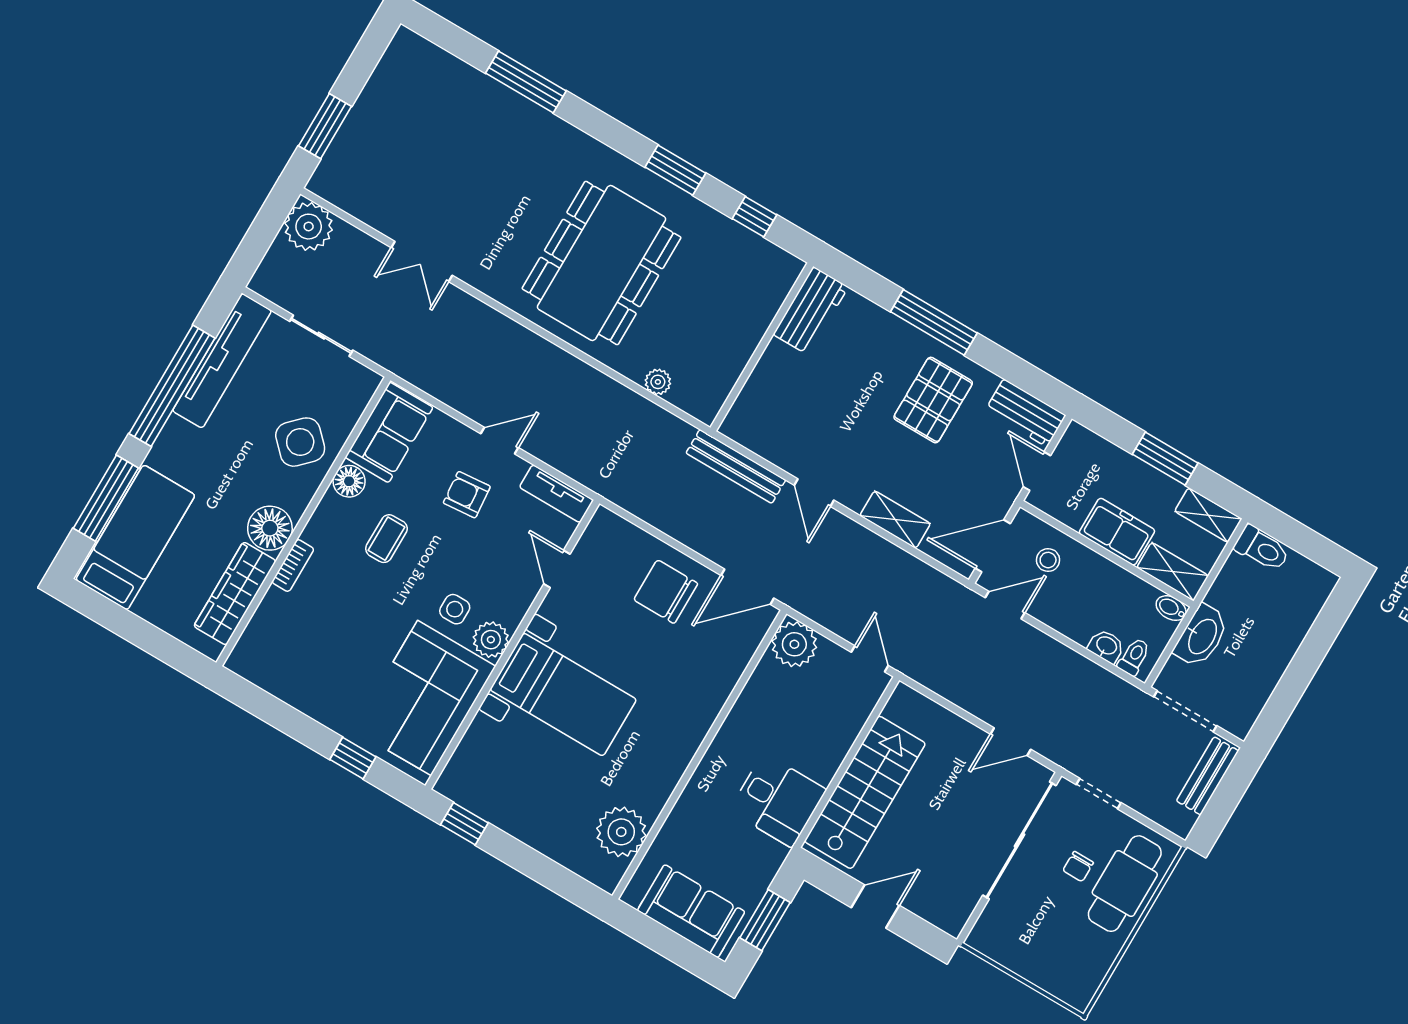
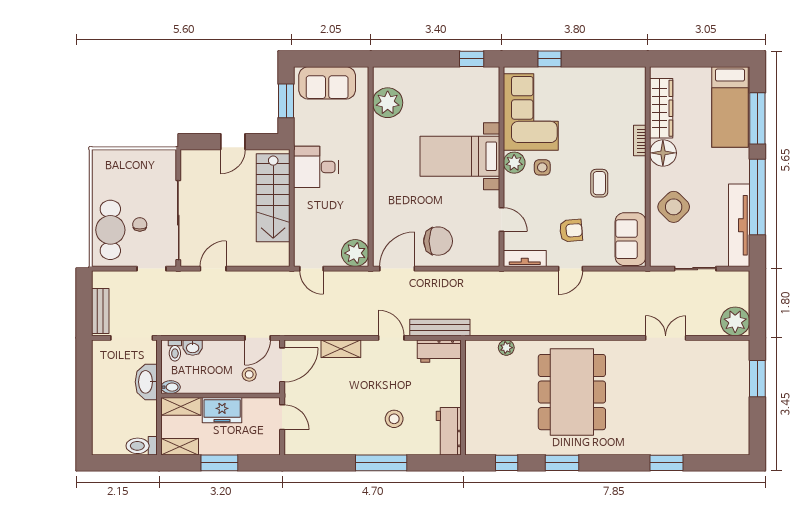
window: (526, 82) -> (667, 463), width x0.69
stool: (878, 374) -> (394, 419), added
pallet: (933, 400) -> (358, 422), removed
workbench: (1025, 413) -> (439, 351), moved, turned 180
floor lamp: (349, 481) -> (636, 202), removed

